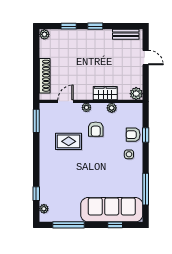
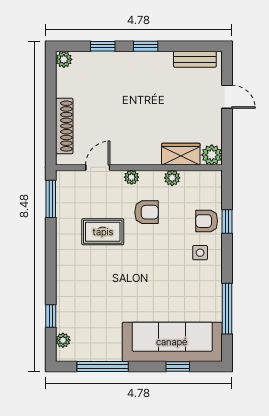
wardrobe: (105, 93) -> (181, 154), moved
armchair: (96, 129) -> (146, 212), turned -90

